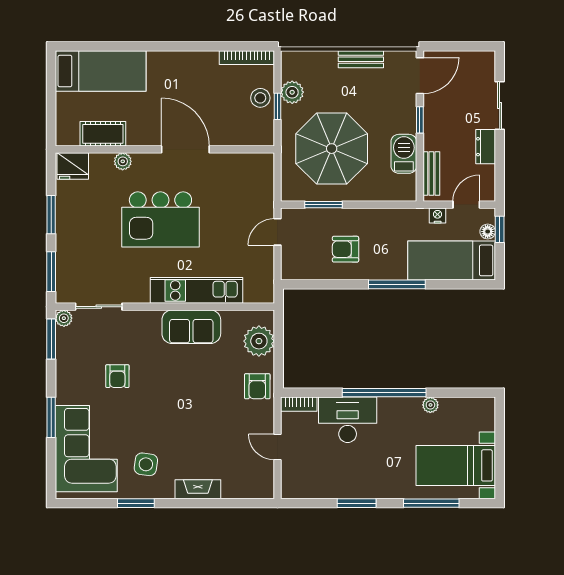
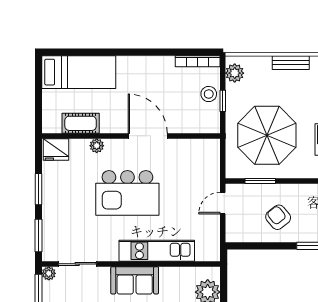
plant: (292, 92) -> (235, 73), moved
armchair: (346, 249) -> (278, 217), turned 51
sofa: (191, 327) -> (135, 280), moved

